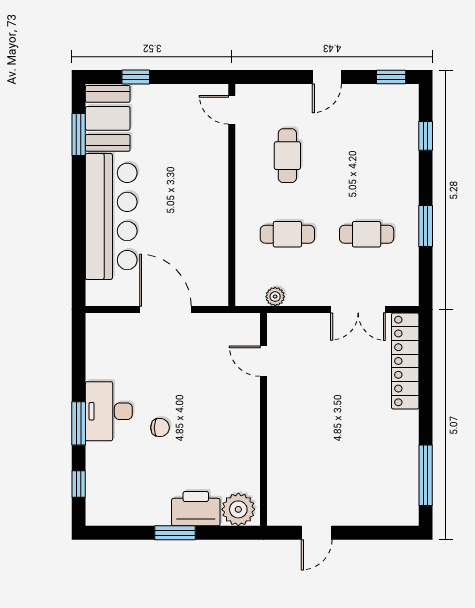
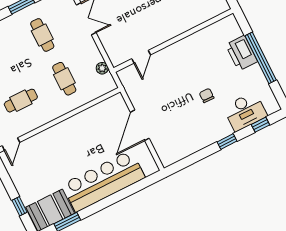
desk: (109, 411) -> (245, 111), moved
window: (79, 423) -> (227, 142), width x0.67
plant: (238, 509) -> (230, 29), removed
window: (175, 533) -> (261, 58), width x2.11

